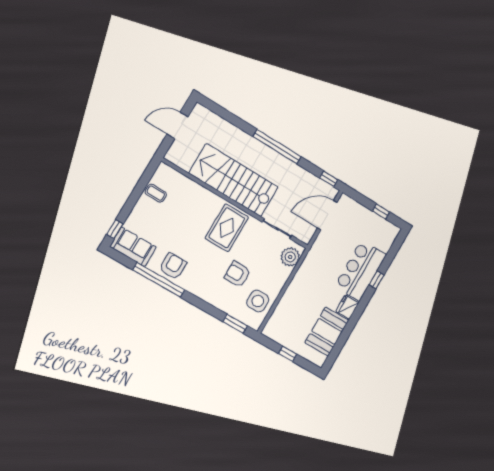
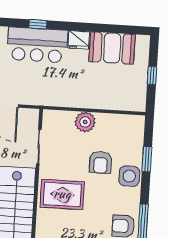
plant: (290, 257) -> (85, 122), moved
side table: (258, 301) -> (129, 176), moved
window: (235, 324) -> (147, 159), moved

